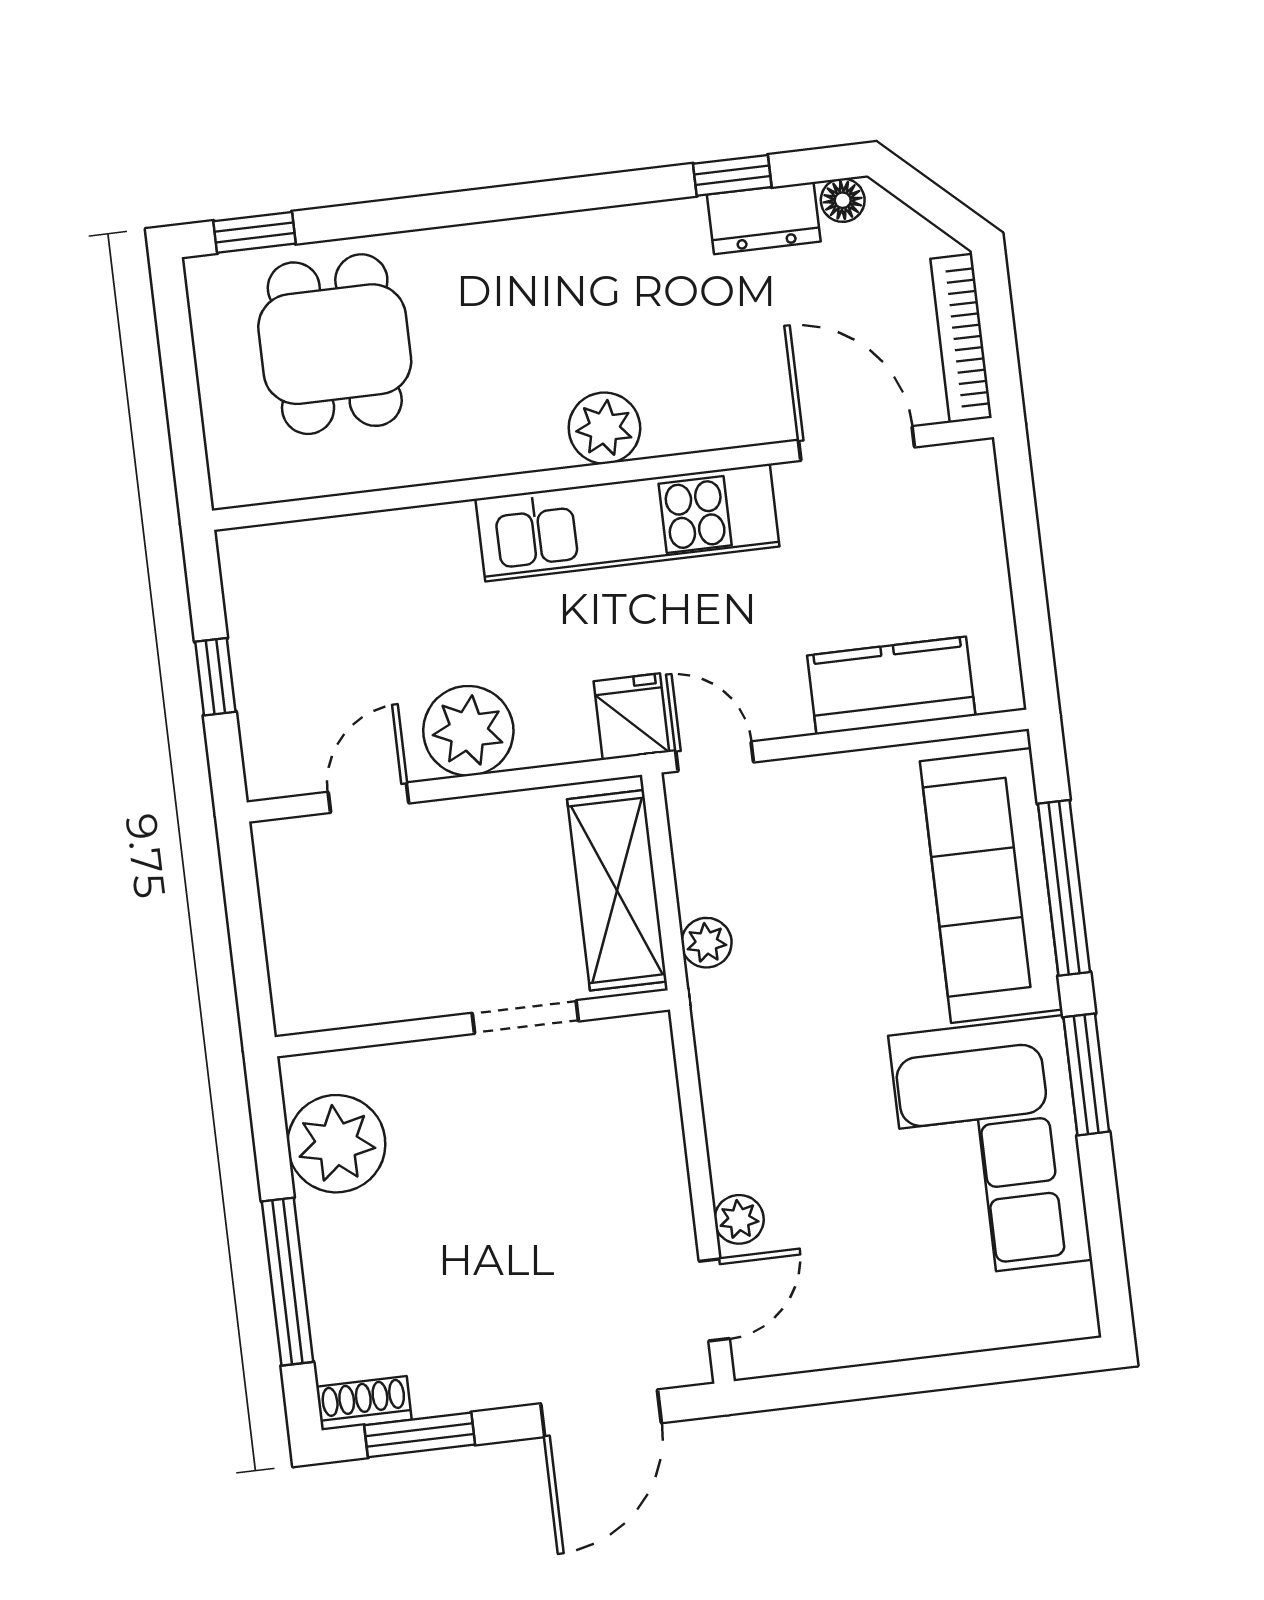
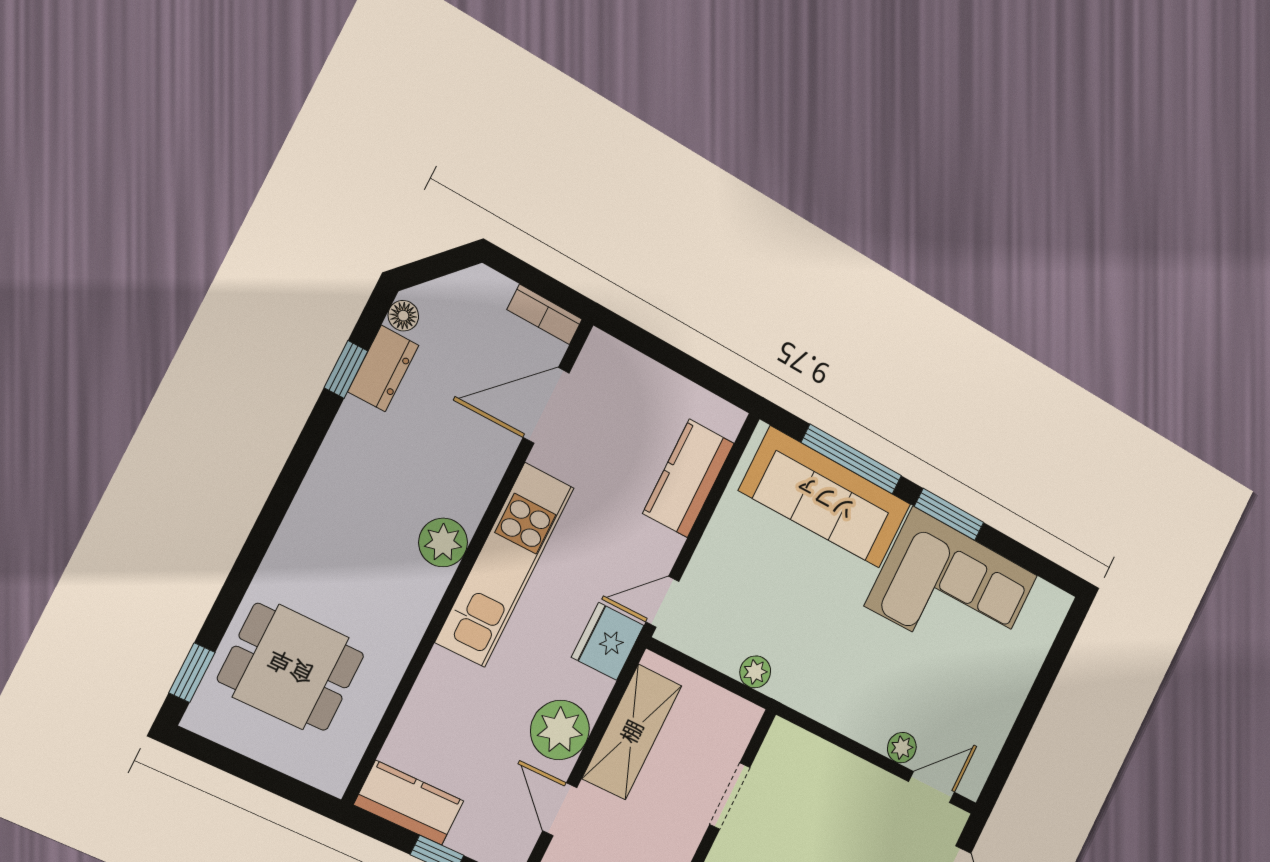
bookcase: (961, 338) -> (545, 314), width x0.64
kitchen counter: (259, 598) -> (409, 803), added
fridge: (631, 717) -> (608, 641), width x1.38
shelving: (617, 890) -> (632, 732), moved, turned 90
door: (714, 1300) -> (932, 787), hinge flipped

